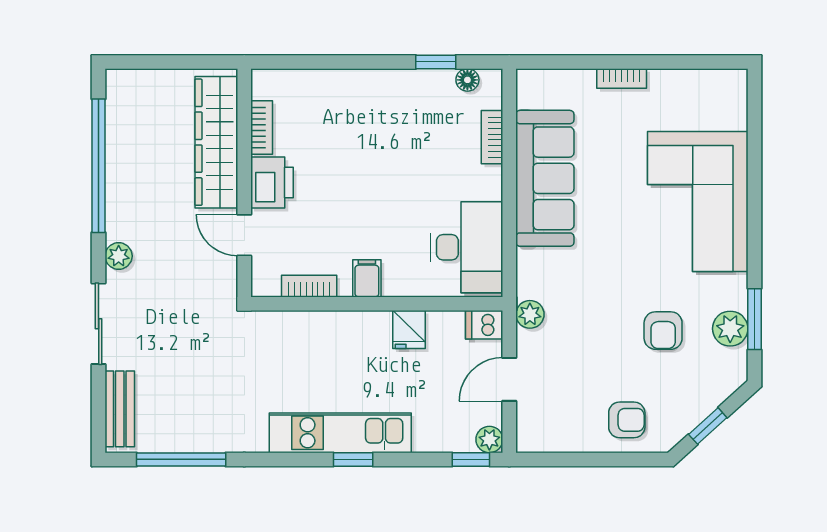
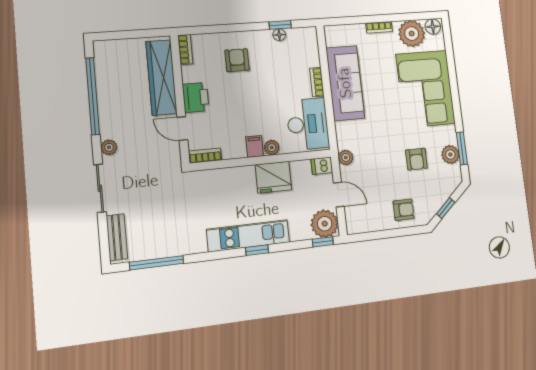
floor lamp: (467, 80) -> (279, 35), moved
floor lamp: (728, 84) -> (433, 27), added
plant: (684, 94) -> (412, 34), added
armchair: (351, 121) -> (237, 60), added
bookcase: (262, 127) -> (185, 50), moved
bookcase: (492, 137) -> (317, 82), moved
plant: (397, 283) -> (272, 148), added
bookcase: (309, 286) -> (205, 156), moved
fridge: (409, 329) -> (273, 177), width x1.88, depth x1.34
door: (509, 379) -> (339, 195), swing flipped
plant: (489, 439) -> (325, 224), width x1.88, depth x1.88

